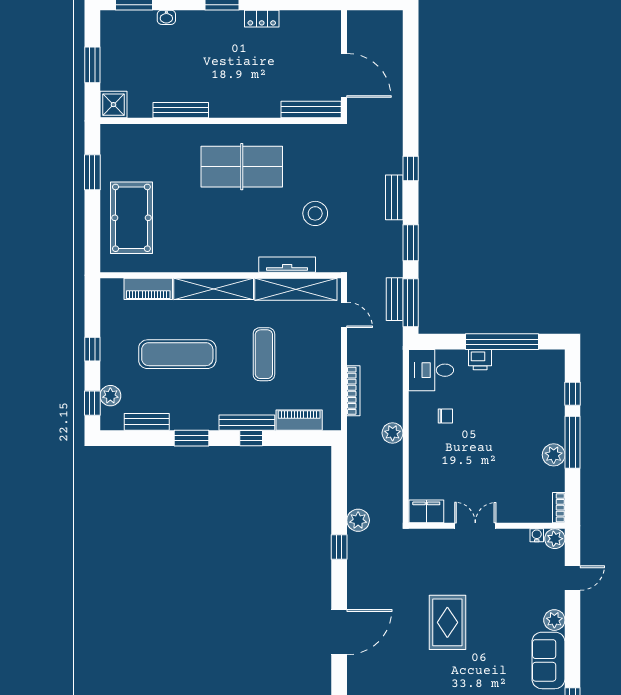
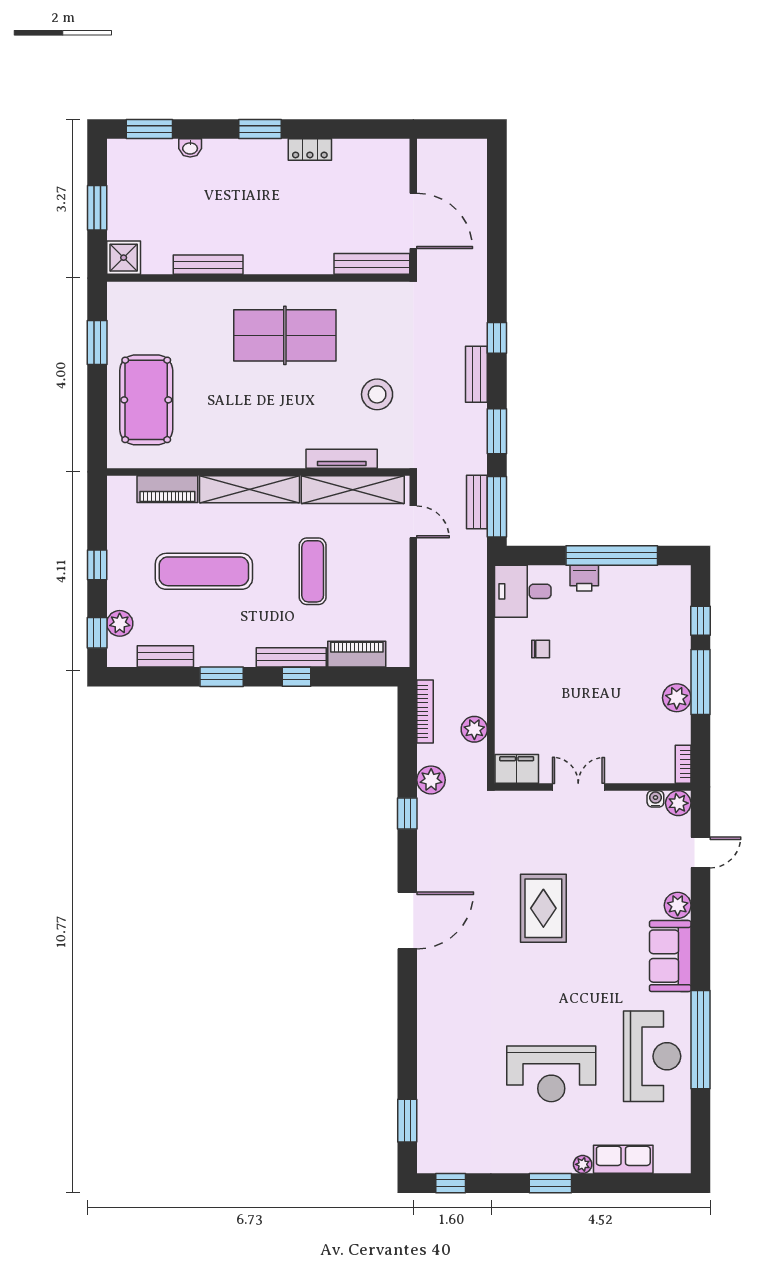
bookcase: (353, 391) -> (425, 712), moved
plant: (393, 433) -> (474, 729), moved

